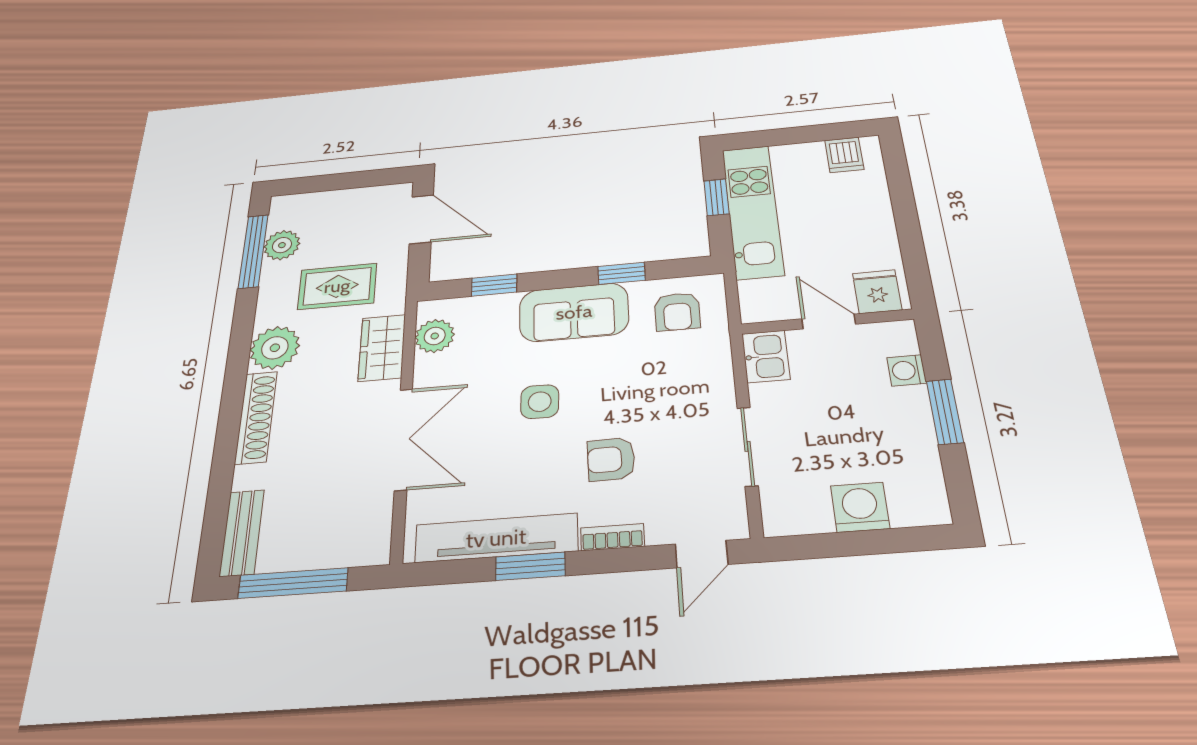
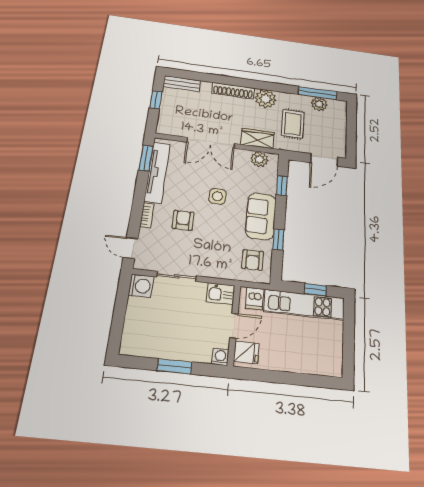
dishwasher: (844, 155) -> (255, 298), moved, turned -90
armchair: (677, 312) -> (253, 260), turned -90
washing machine: (907, 370) -> (220, 357), moved
washing machine: (860, 507) -> (141, 286), moved
window: (530, 566) -> (146, 158), moved
window: (293, 583) -> (156, 100), width x0.46

